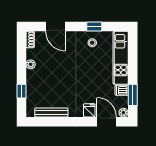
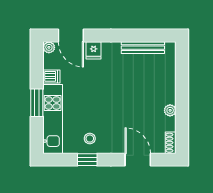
window: (21, 91) -> (182, 75), removed
window: (133, 95) -> (37, 103), moved

